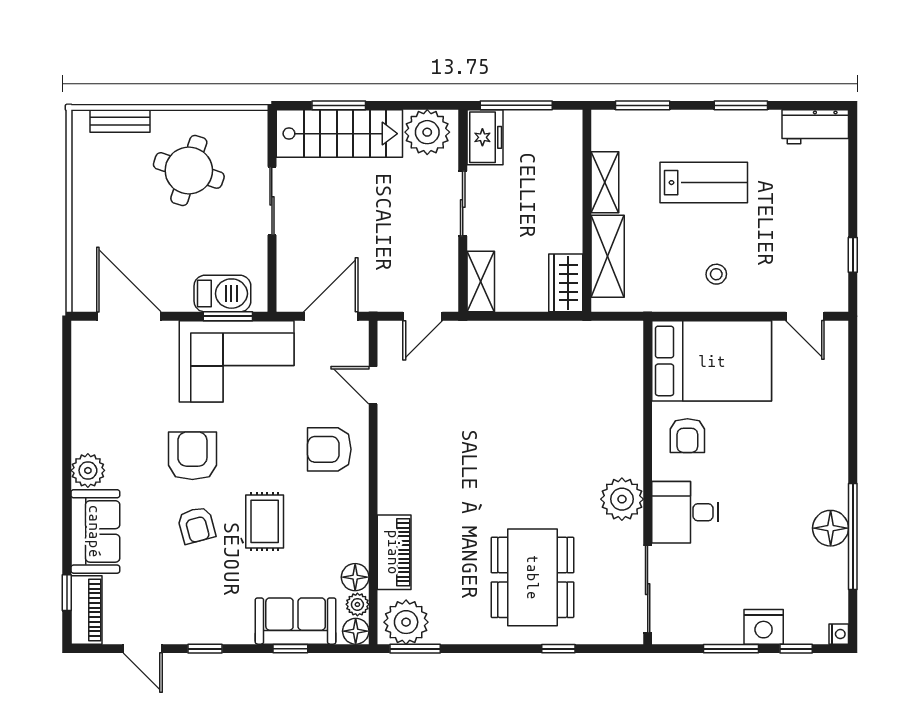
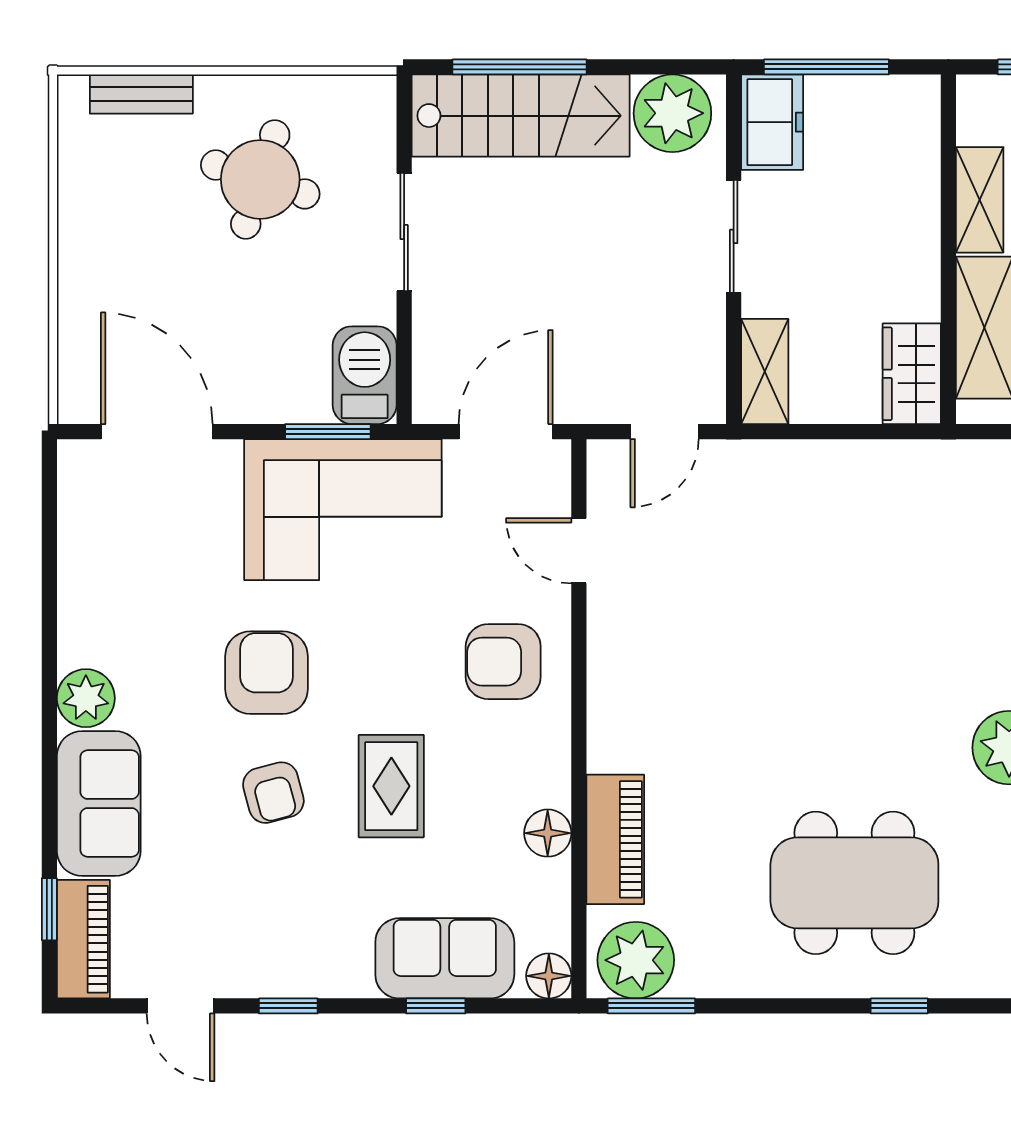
window: (339, 105) -> (520, 67), width x1.44
barbecue: (222, 294) -> (365, 375), moved, turned -90
floor lamp: (355, 577) -> (548, 833), moved
dining table: (533, 577) -> (854, 883), turned 90
plant: (357, 604) -> (552, 930), removed

